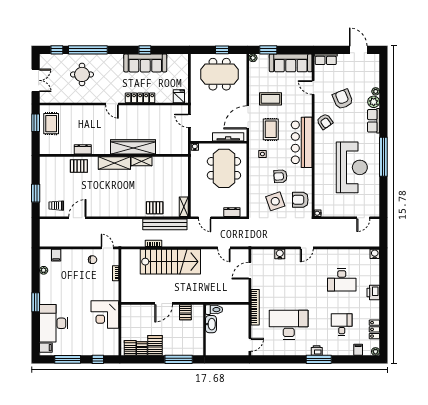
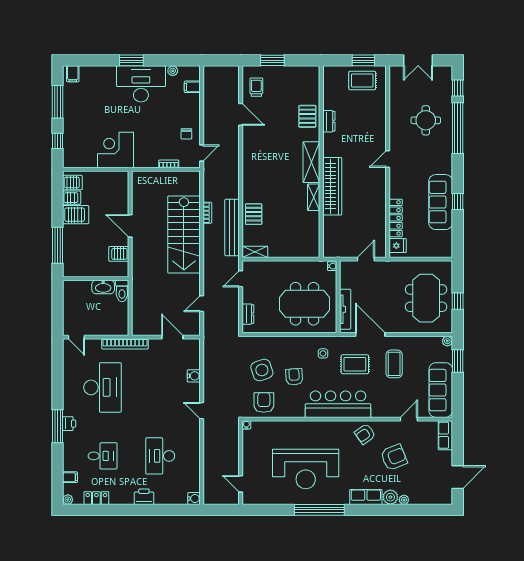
locker: (140, 98) -> (396, 218), moved
desk: (54, 323) -> (141, 84), moved

